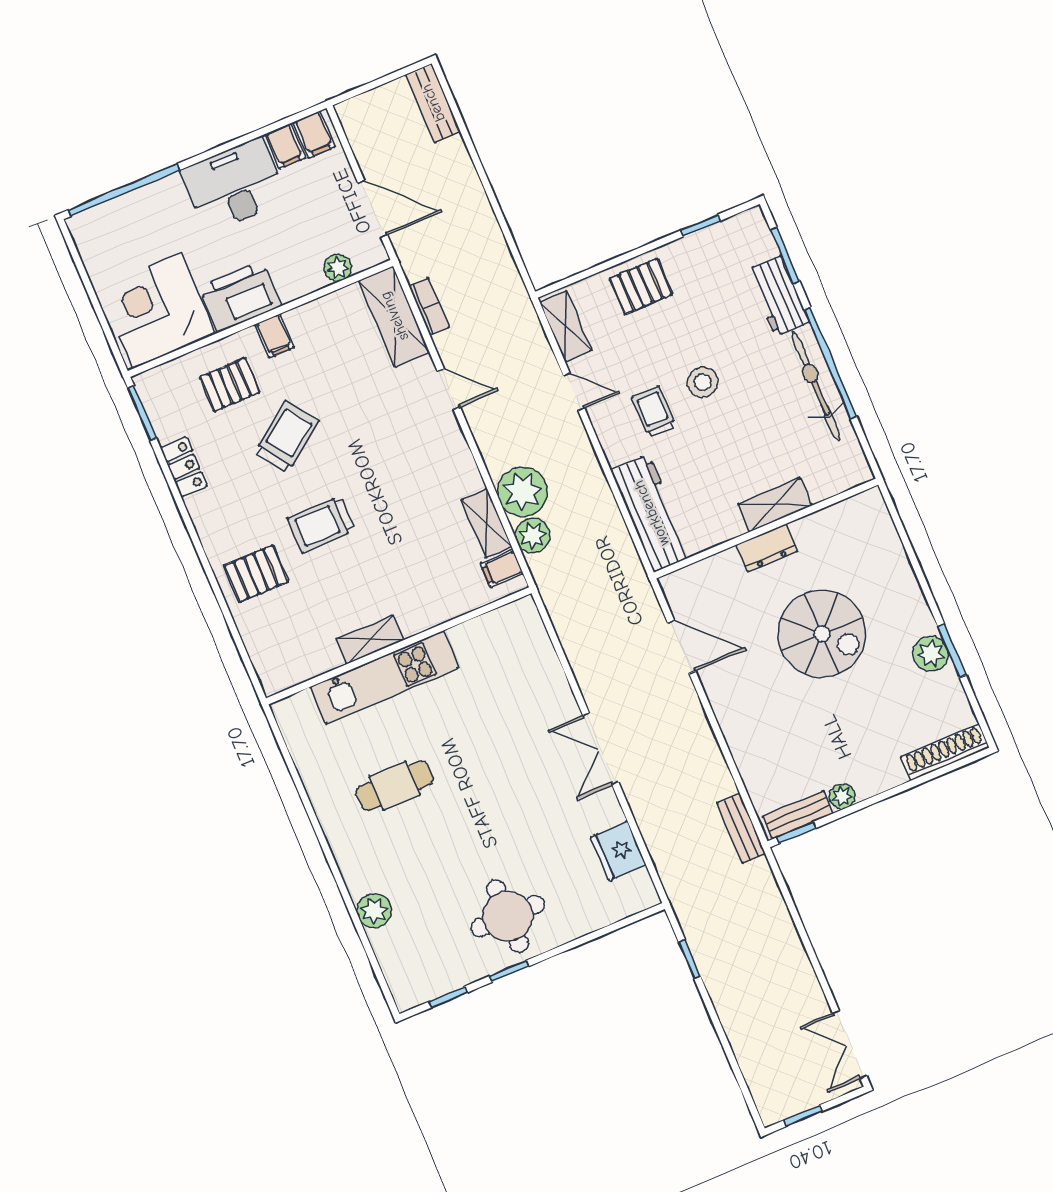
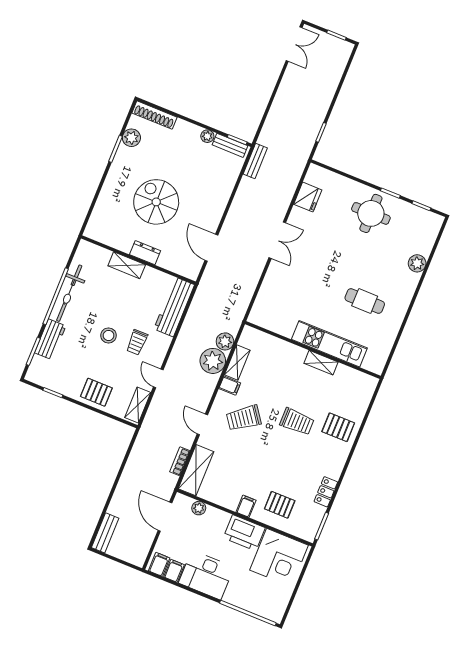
trolley: (287, 437) -> (244, 418), moved
filing cabinet: (502, 569) -> (230, 386), moved
plant: (931, 654) -> (131, 138), moved

